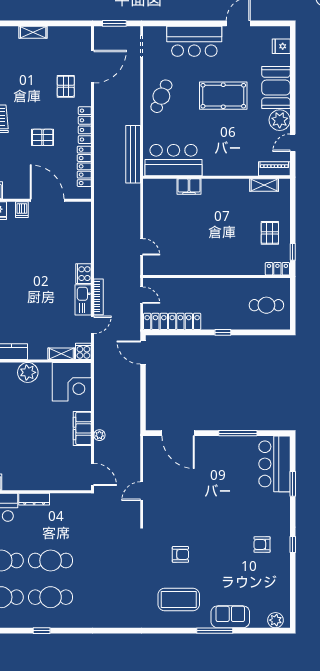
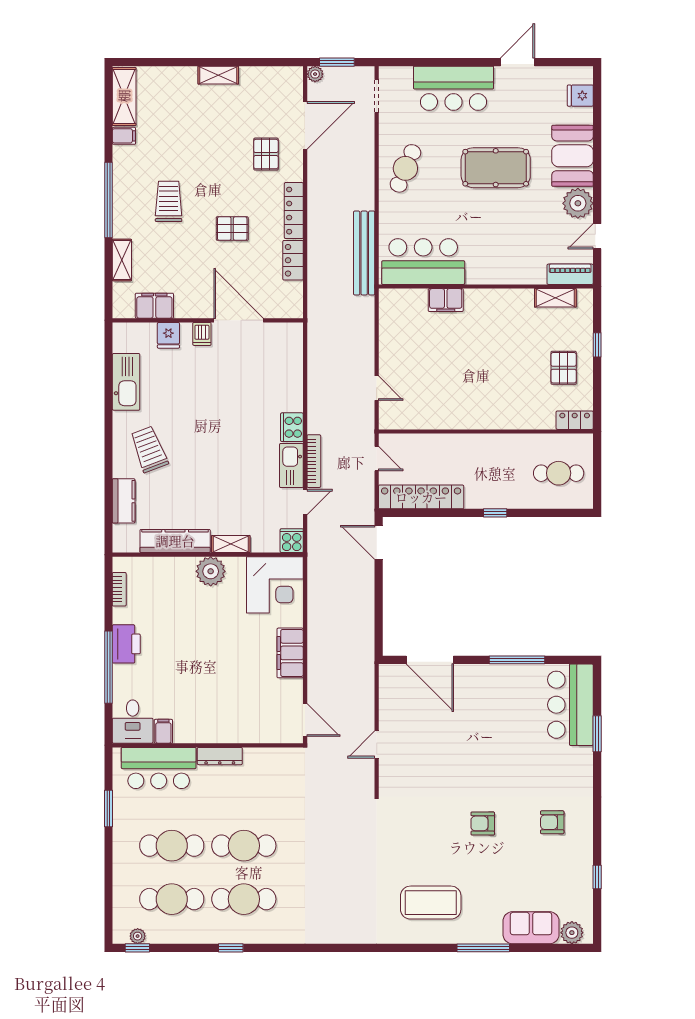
locker: (84, 166) -> (293, 260), width x0.66
window: (293, 252) -> (597, 345), moved
shelving: (61, 354) -> (231, 544), moved
plant: (99, 435) -> (315, 74), moved
window: (293, 544) -> (597, 877), moved
armchair: (180, 554) -> (483, 823), moved, turned 180
sofa: (230, 617) -> (531, 928), moved

